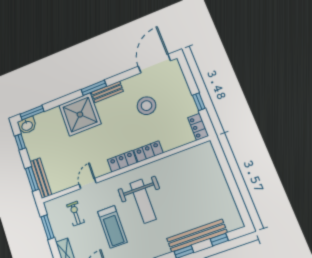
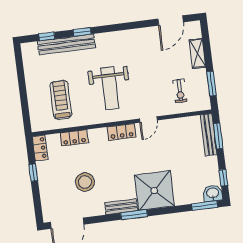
locker: (148, 152) -> (74, 138), moved
door: (88, 184) -> (148, 119), moved
weight bench: (143, 201) -> (110, 88), turned 180
treadmill: (112, 227) -> (61, 100), moved

